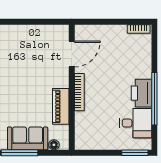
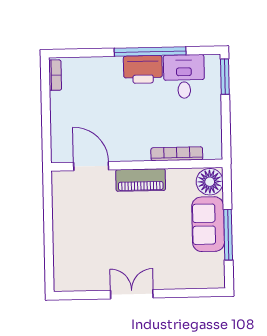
bookcase: (79, 92) -> (177, 154), moved
piano: (61, 106) -> (141, 180), moved
floor lamp: (54, 145) -> (210, 182), width x1.89, depth x1.89

